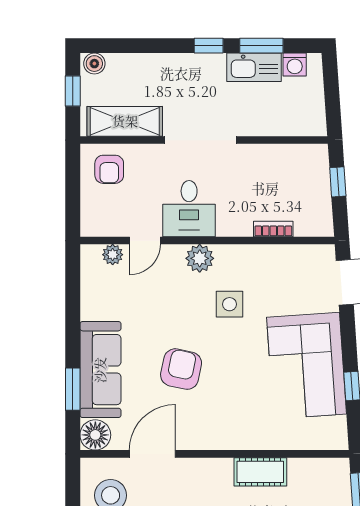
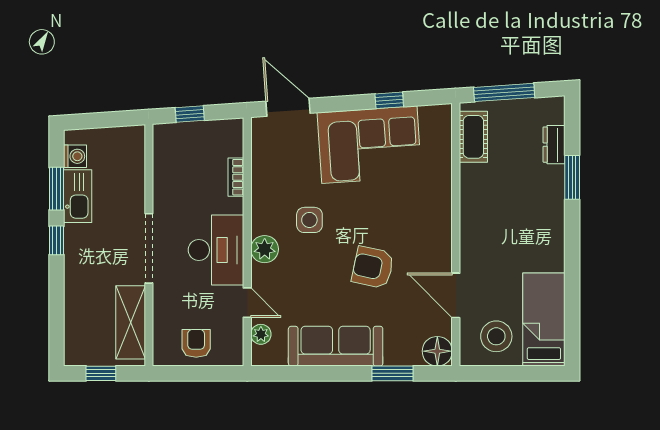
boiler: (94, 64) -> (74, 352), removed
armchair: (109, 169) -> (196, 343), moved, turned -90
desk: (189, 209) -> (216, 250), width x1.37
sofa: (100, 370) -> (336, 346), moved
cot: (260, 472) -> (473, 137), moved

